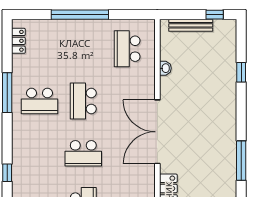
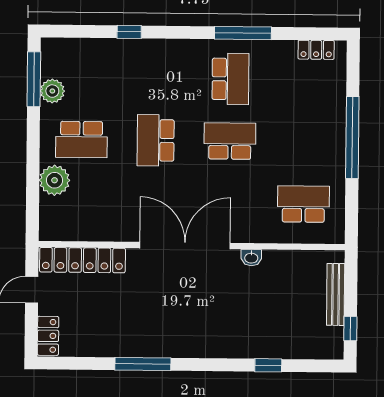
washbasin: (165, 68) -> (251, 258), moved
school desk: (39, 101) -> (230, 79), turned 180

